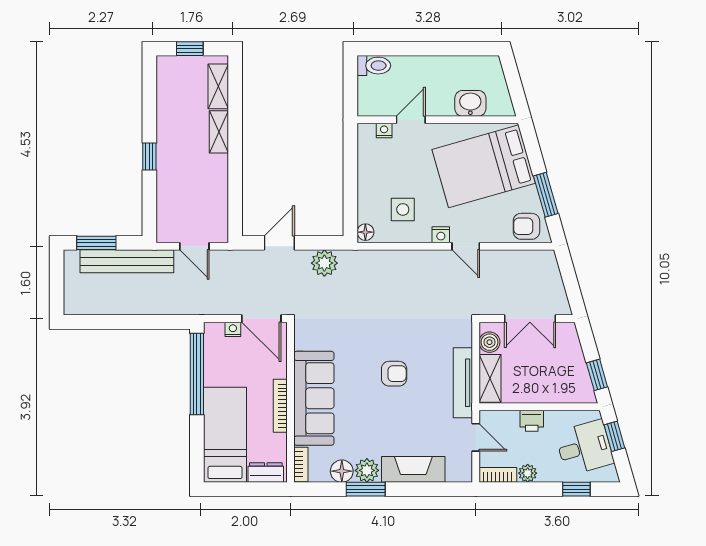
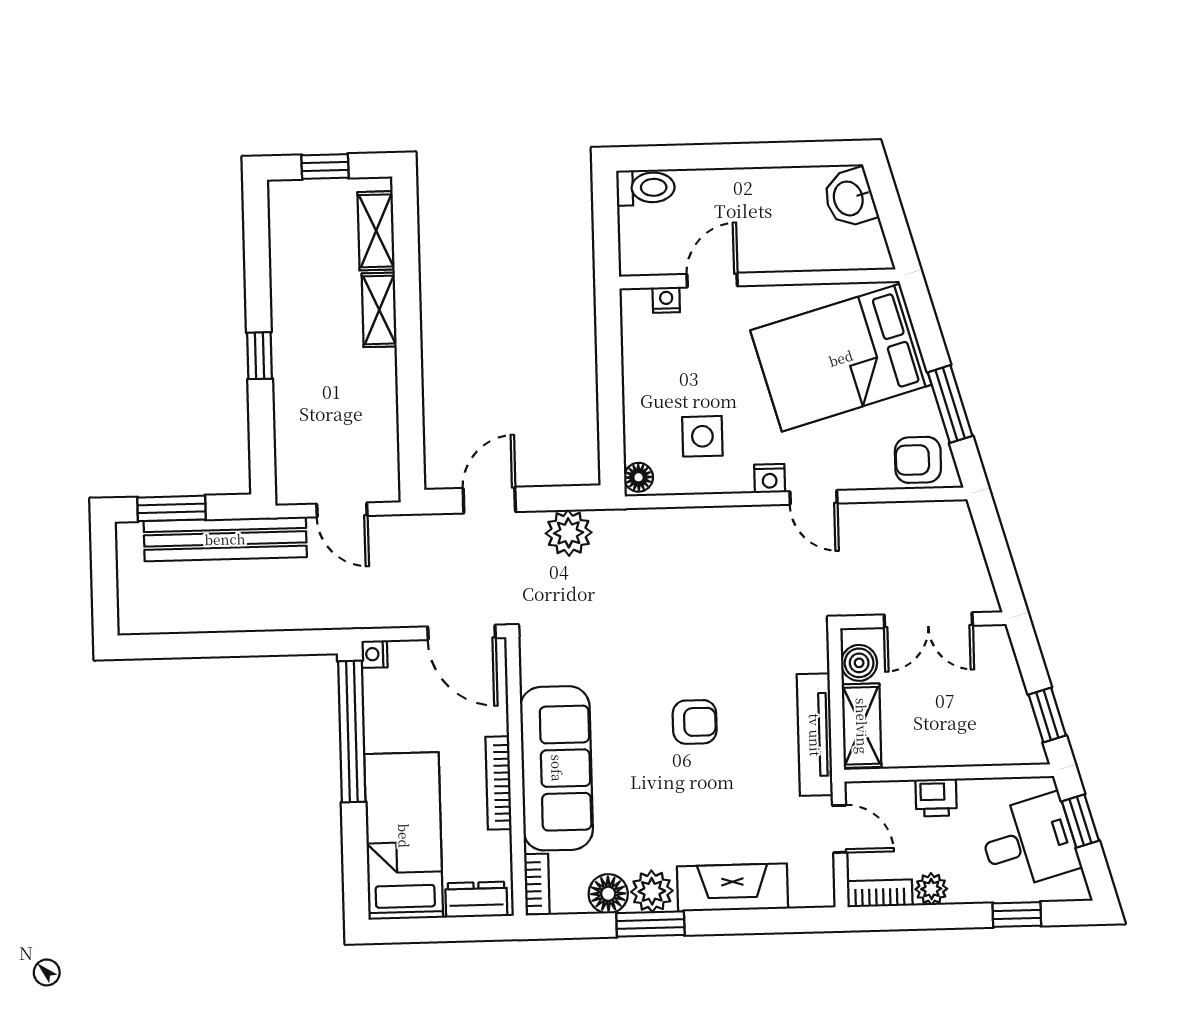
washbasin: (470, 103) -> (850, 198), moved, turned -106
nightstand: (233, 329) -> (374, 654), moved, turned -90

